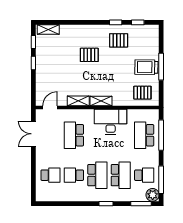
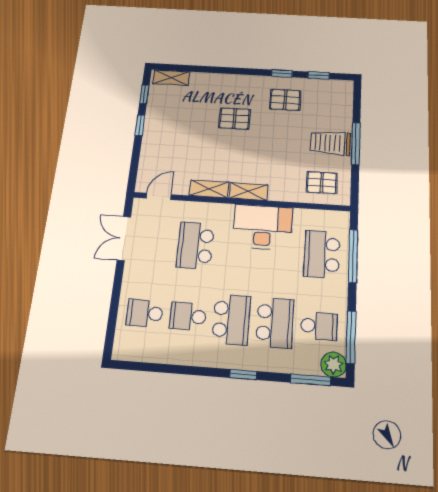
school desk: (50, 175) -> (145, 313), turned 180

